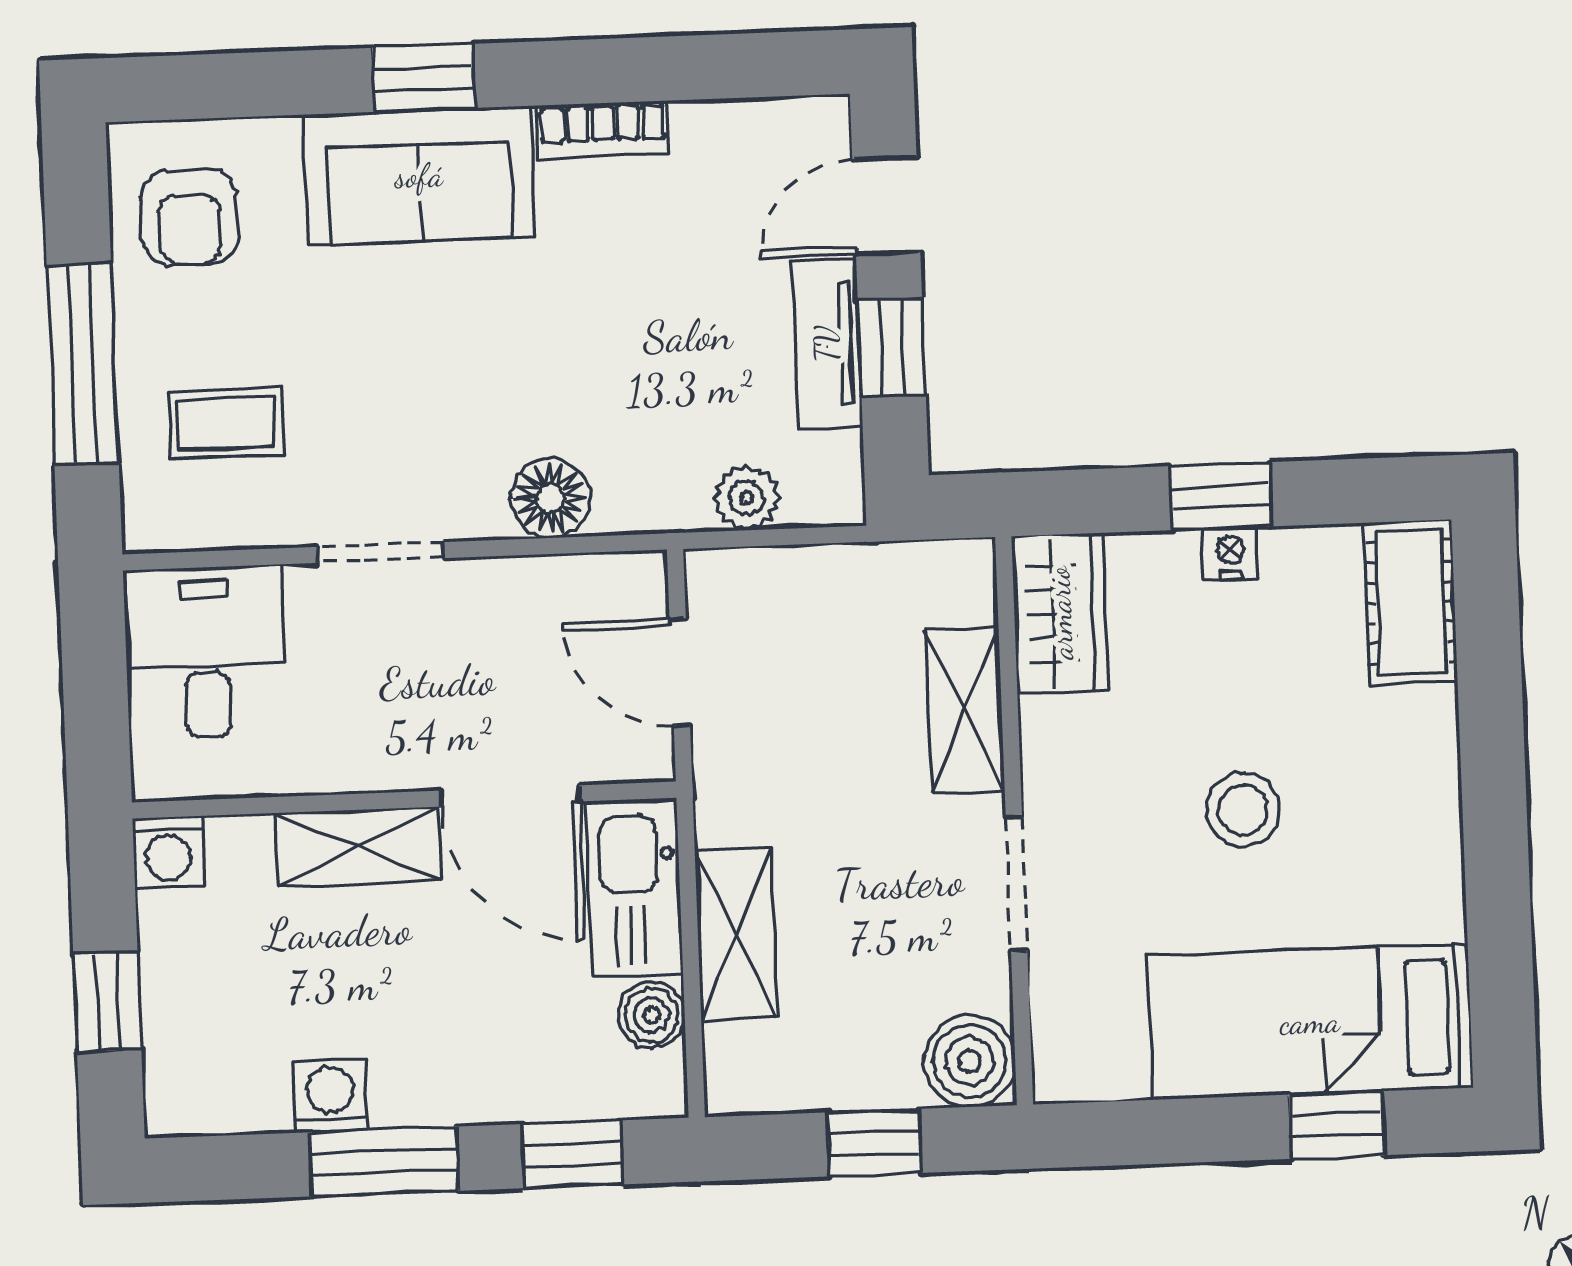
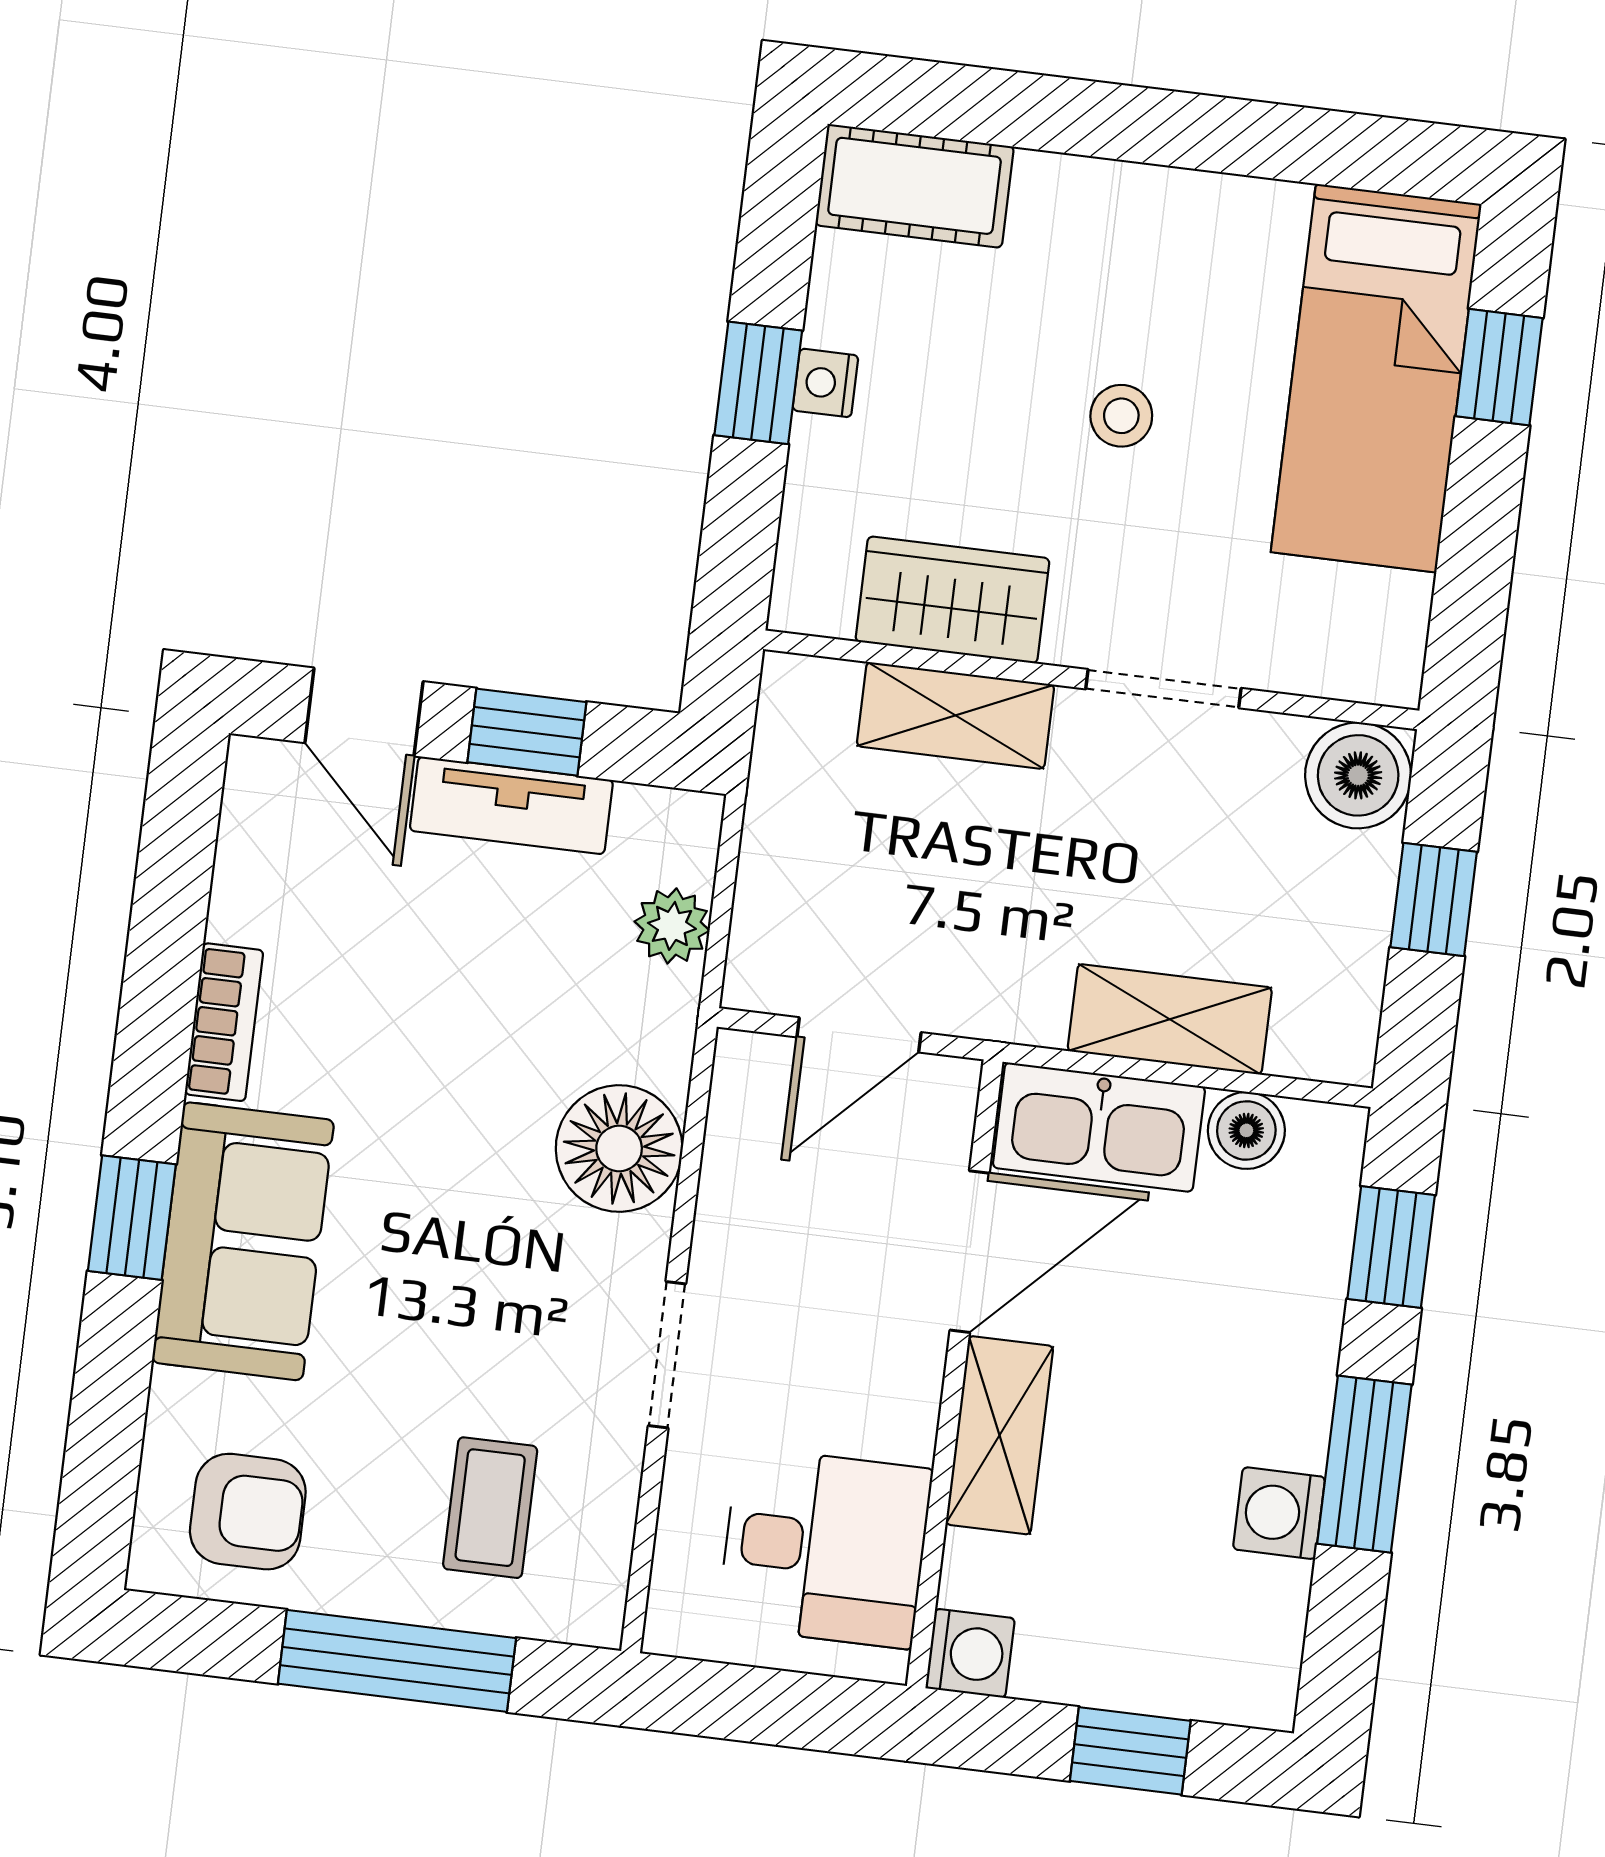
floor lamp: (550, 498) -> (619, 1149), width x1.38, depth x1.38
wardrobe: (1060, 613) -> (952, 600), moved
desk: (206, 652) -> (825, 1548), moved, turned 180
stool: (1243, 810) -> (1121, 416), width x0.73, depth x0.73

